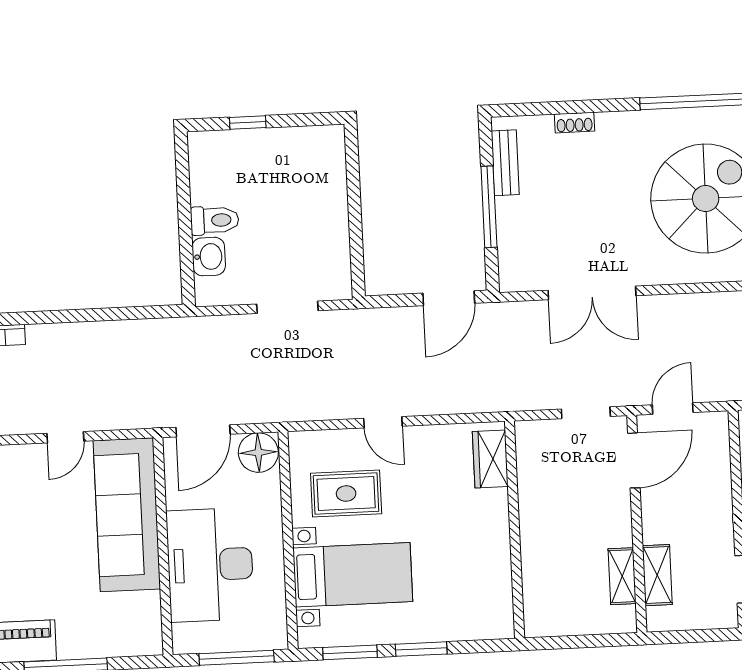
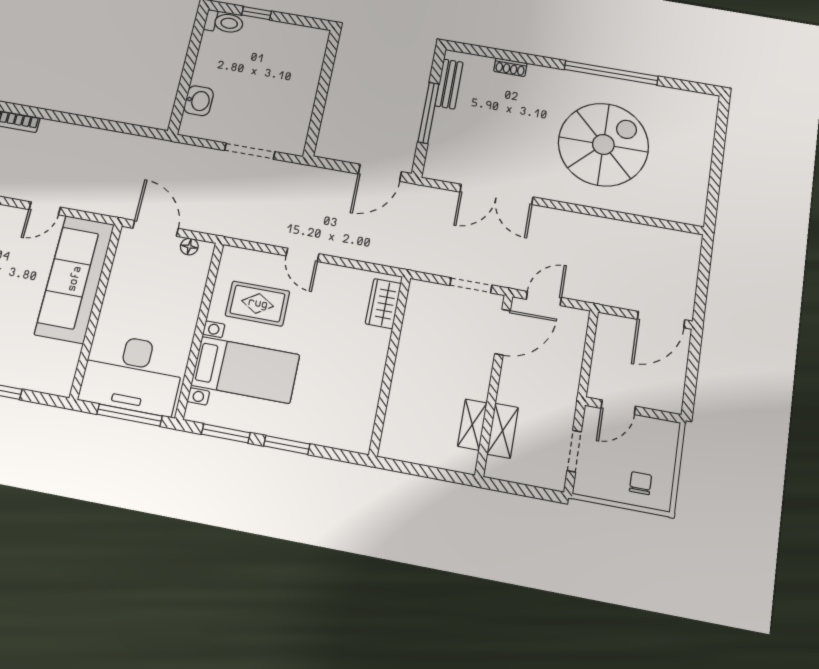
toilet: (215, 220) -> (224, 22), moved
door: (203, 431) -> (156, 228), swing flipped
floor lamp: (258, 453) -> (189, 247), width x0.53, depth x0.53
desk: (210, 565) -> (132, 374), moved, turned -90

